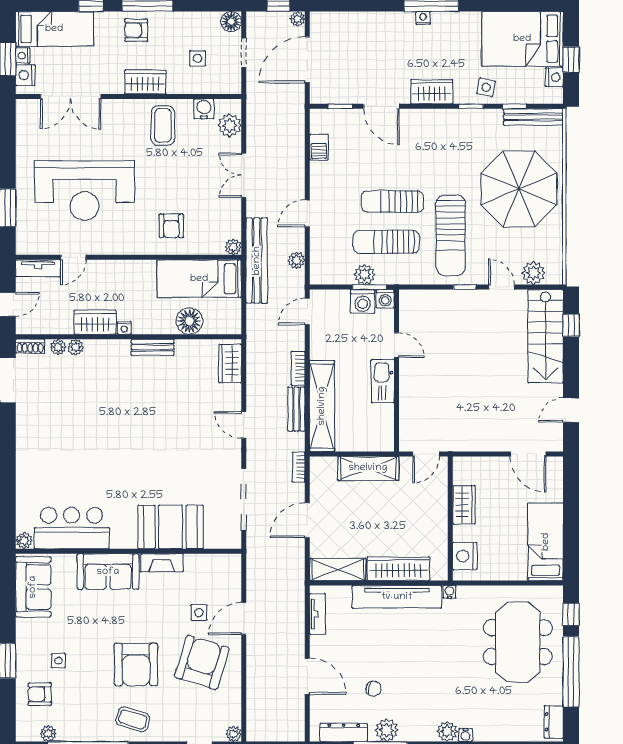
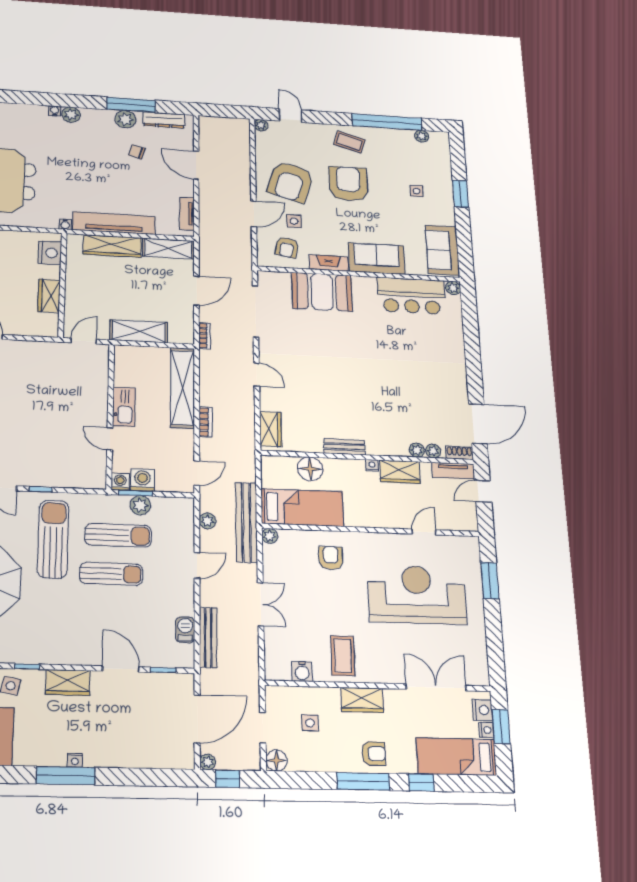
plant: (230, 125) -> (276, 654), removed
tv unit: (38, 268) -> (453, 471), moved, turned 180
bench: (296, 409) -> (208, 637), moved, width x1.36
armchair: (40, 694) -> (287, 247), moved, turned 100

